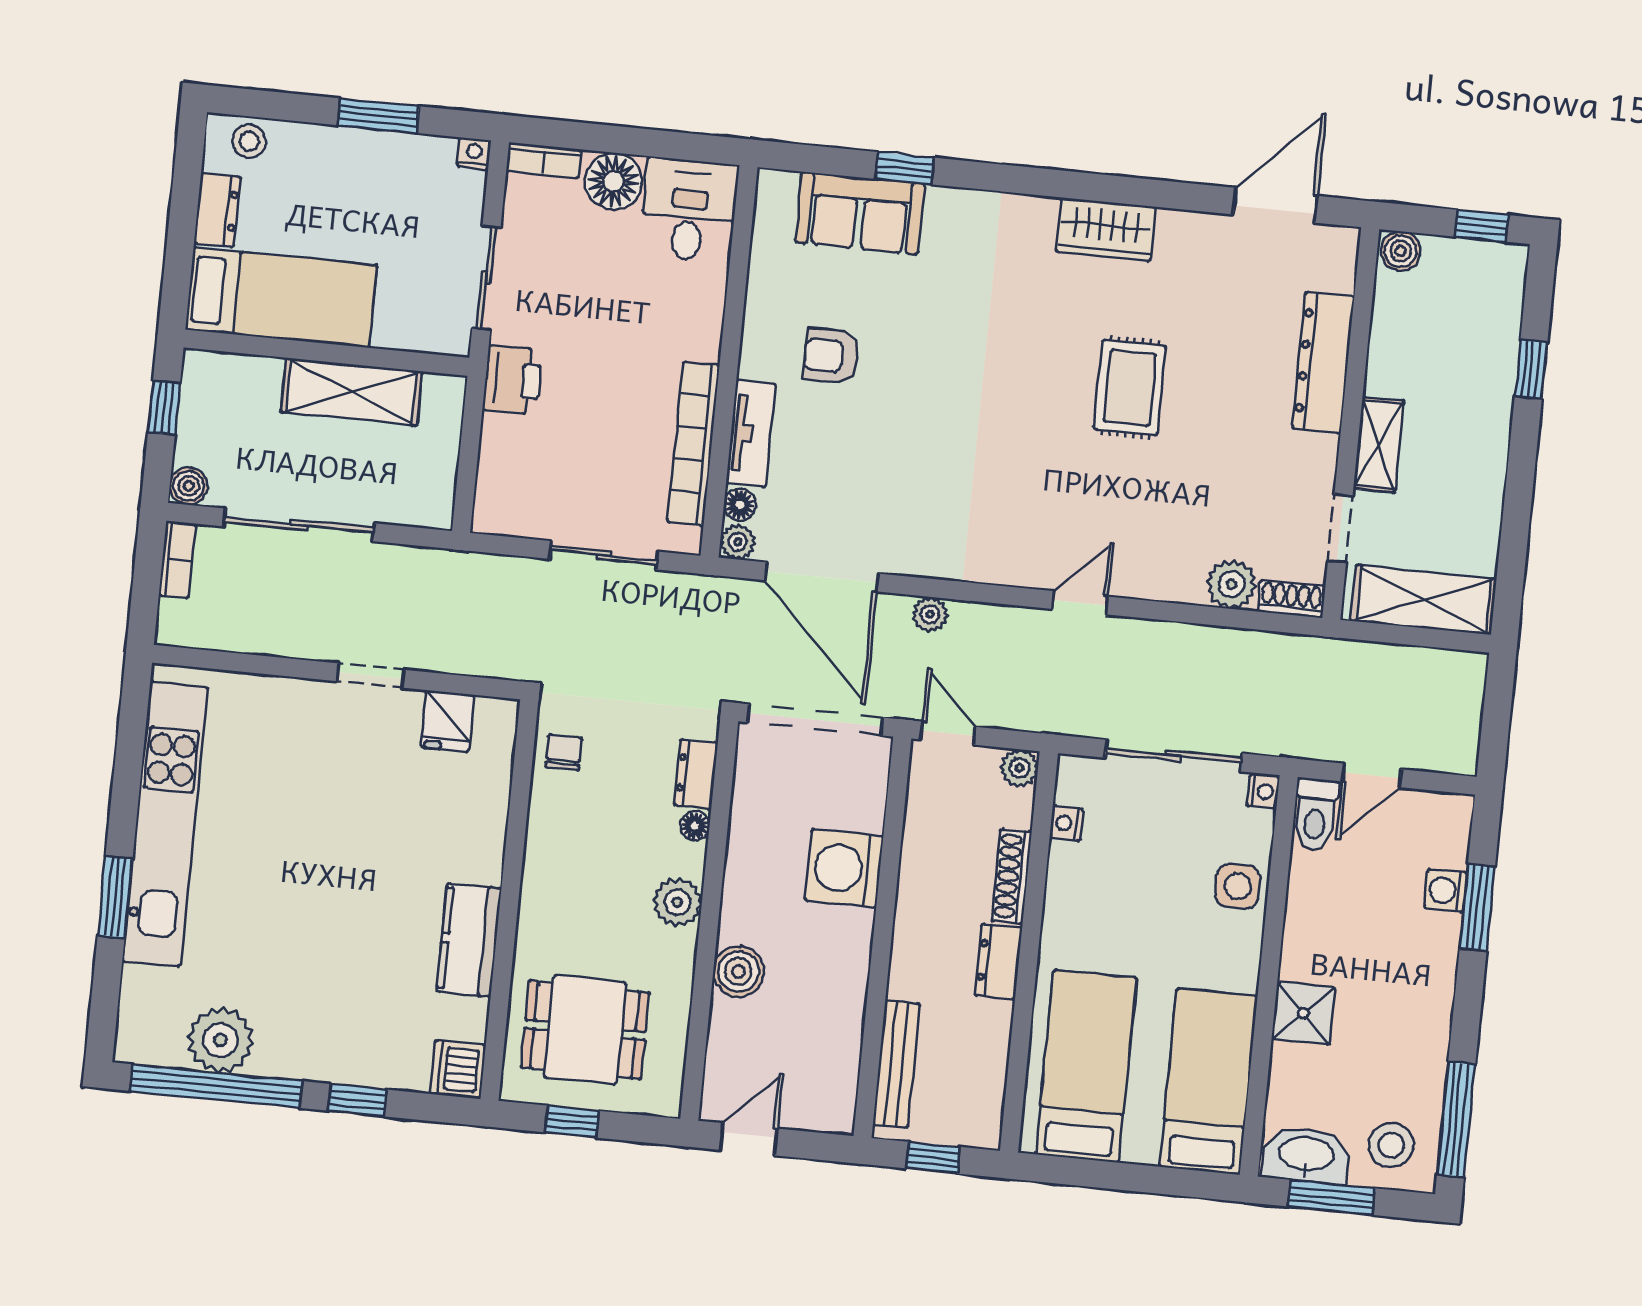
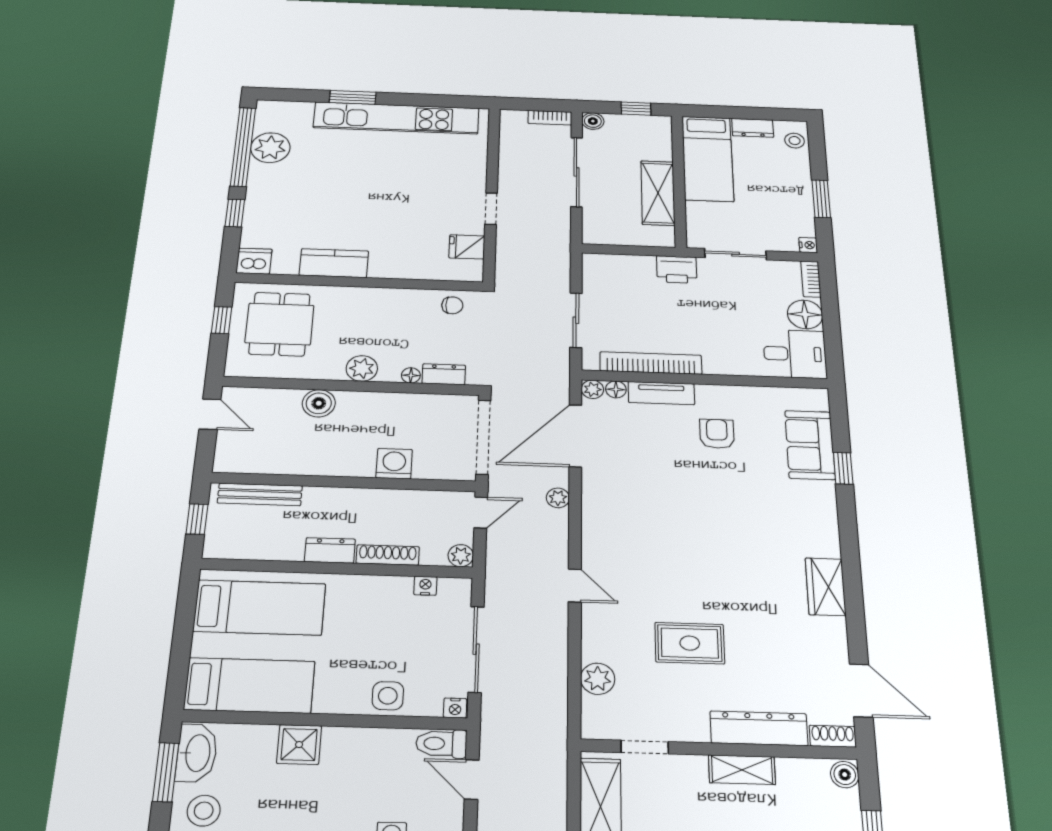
rug: (1130, 388) -> (690, 643), moved
shelving: (1379, 445) -> (742, 770), moved
shoe rack: (1291, 599) -> (833, 736), moved, turned -90
washing machine: (844, 868) -> (394, 464), width x0.73, depth x0.73

